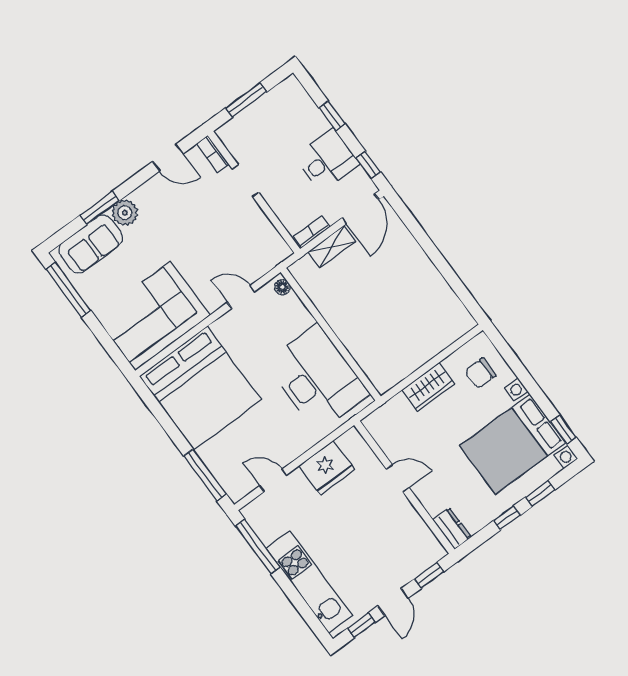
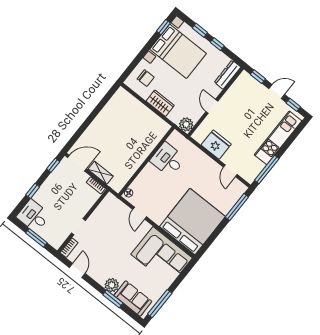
desk: (327, 160) -> (33, 216), moved
desk: (317, 378) -> (168, 160), width x0.53, depth x0.77
plant: (378, 424) -> (186, 124), added
dresser: (452, 528) -> (228, 75), width x1.44

